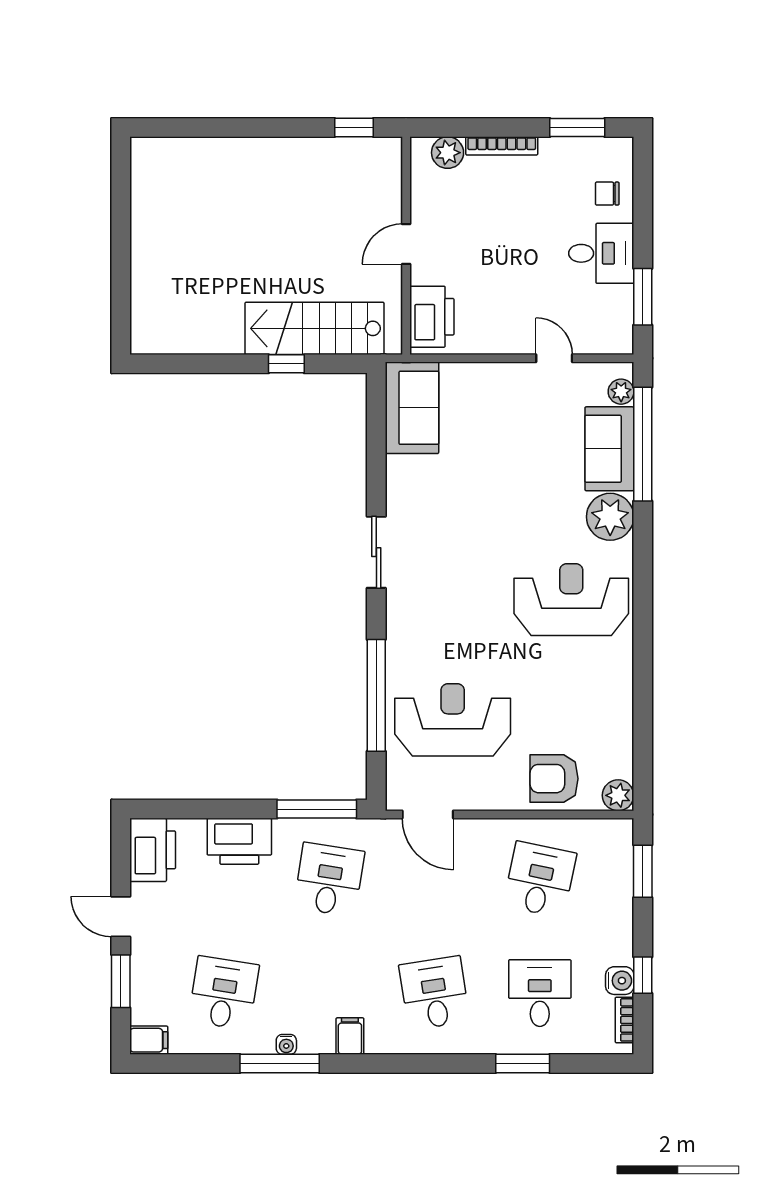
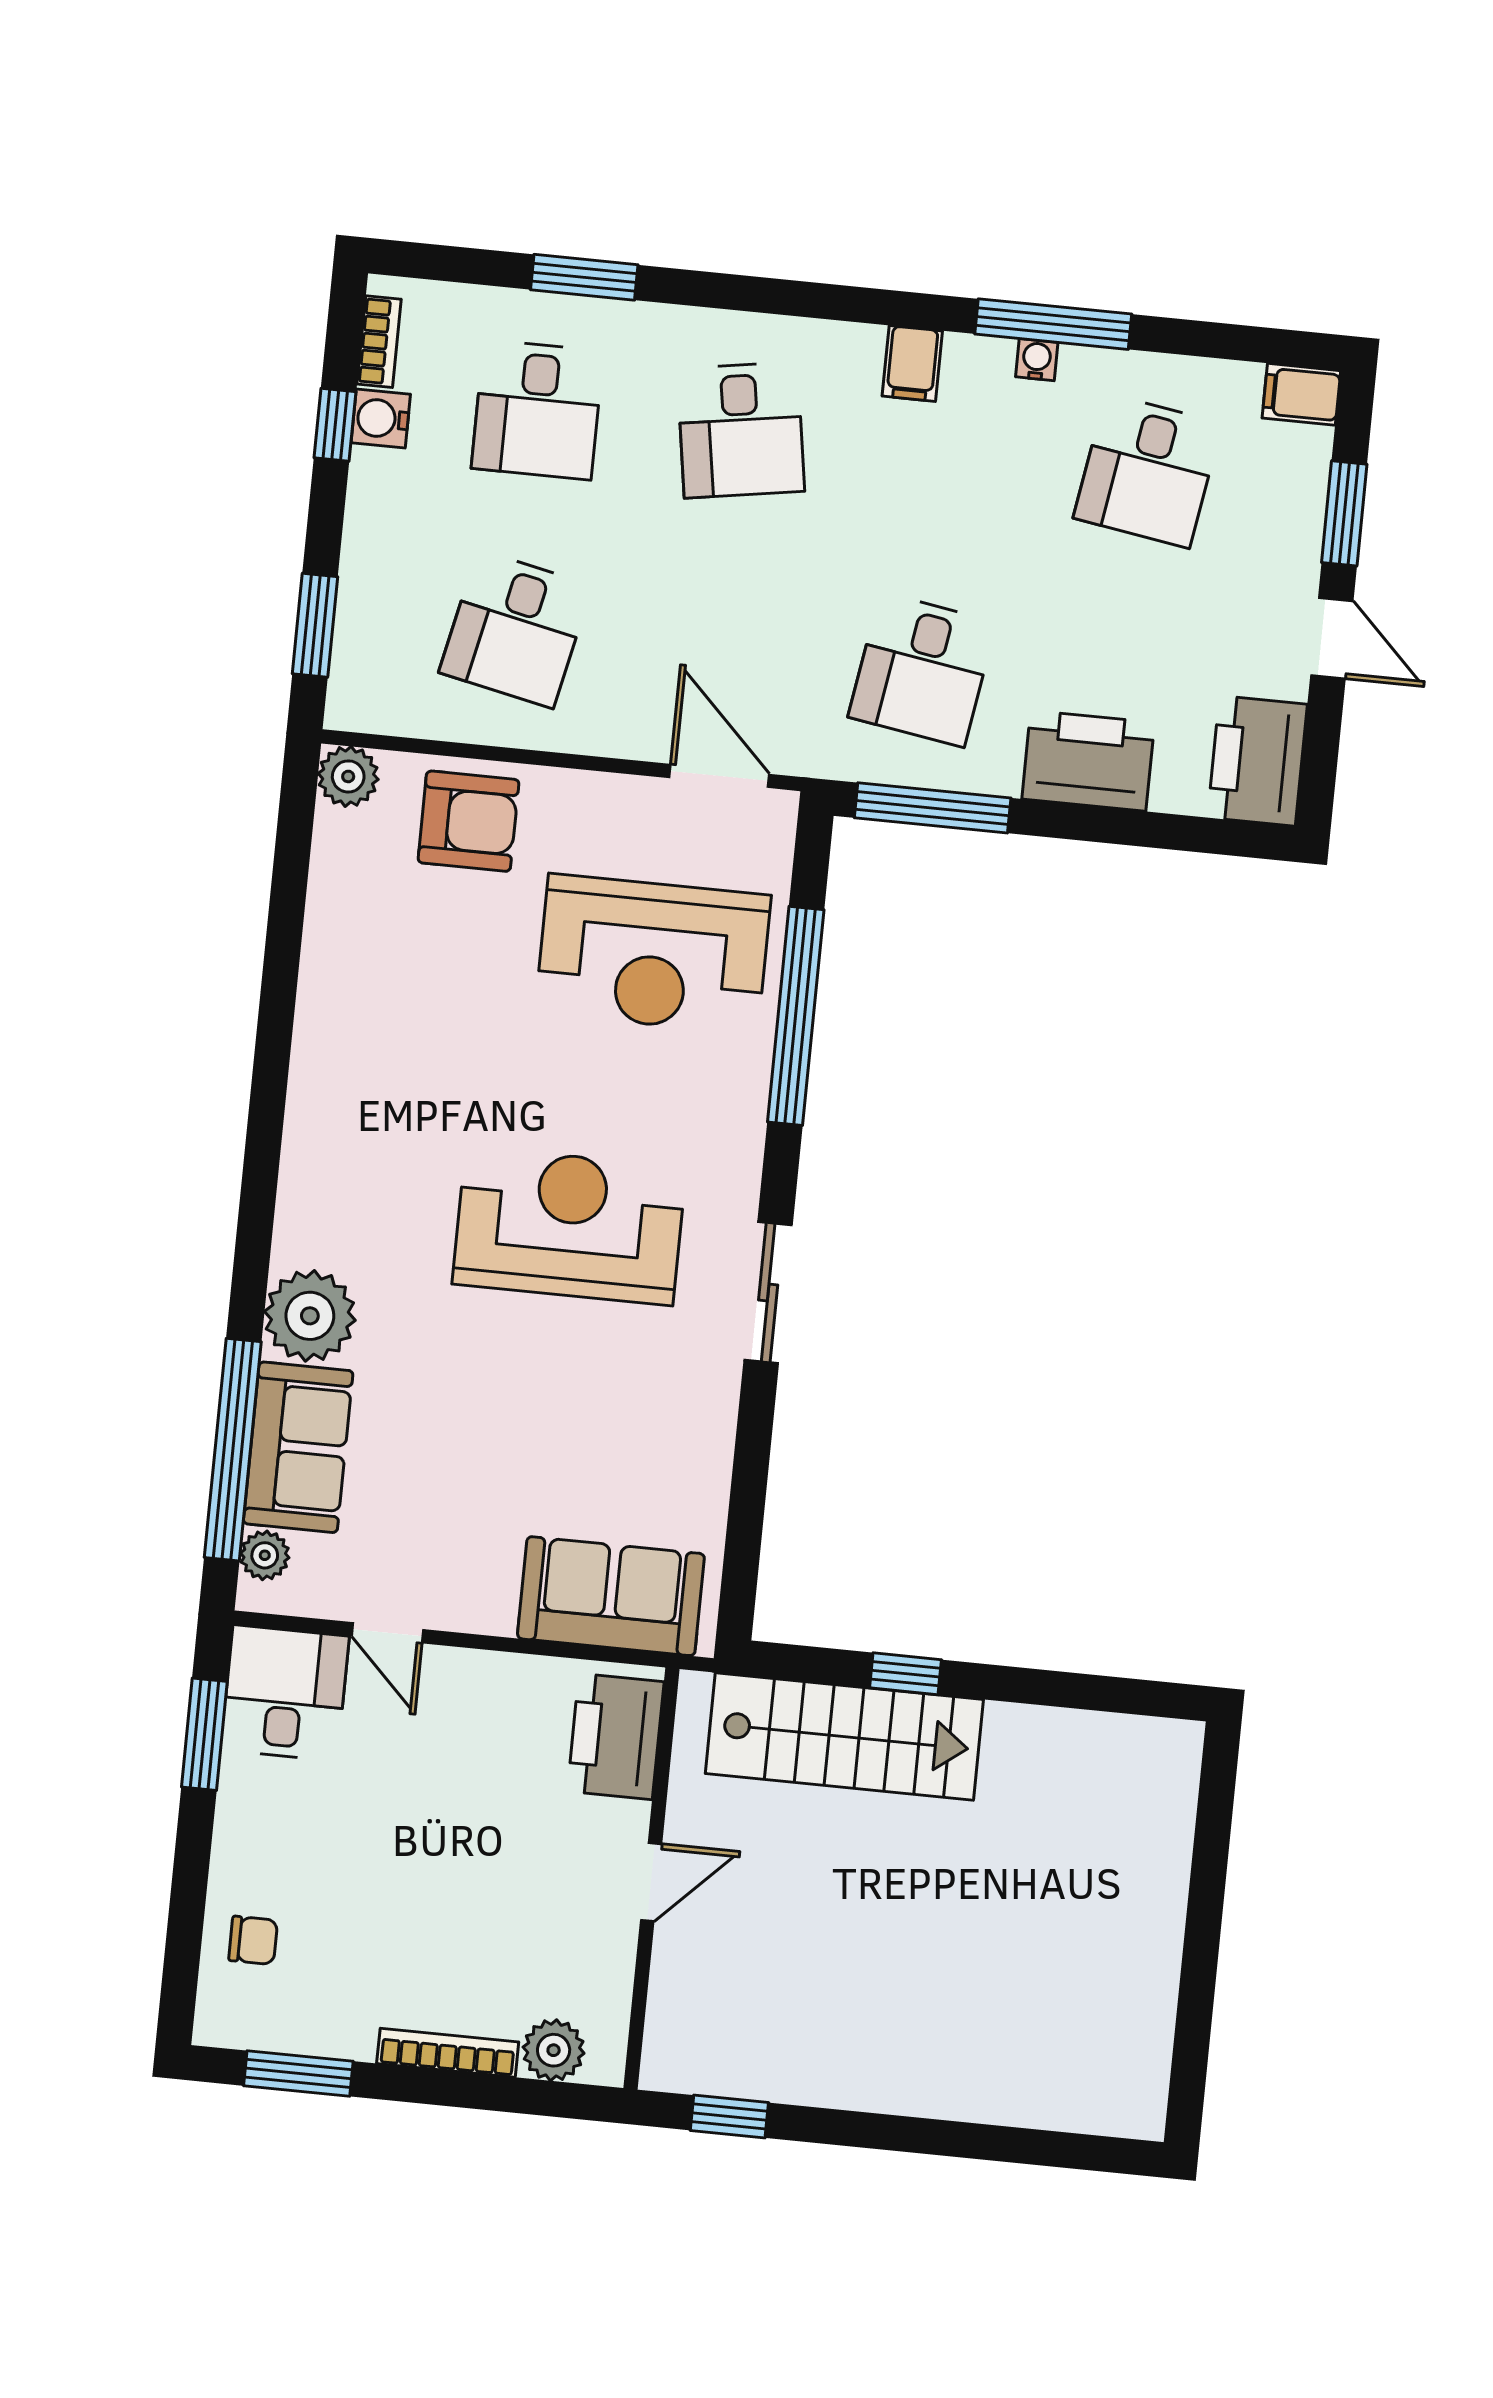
desk: (601, 253) -> (285, 1693), moved, turned 90
sofa: (412, 408) -> (611, 1596), moved, turned 90
reception desk: (571, 600) -> (569, 1226), moved, turned 180

